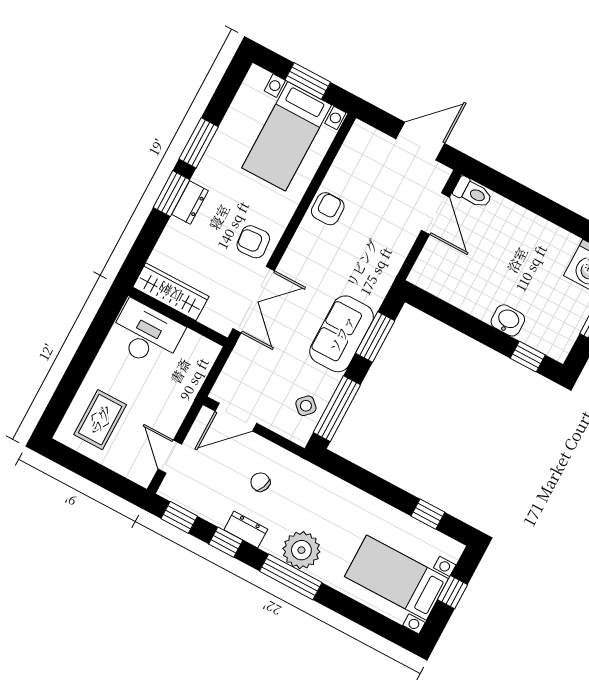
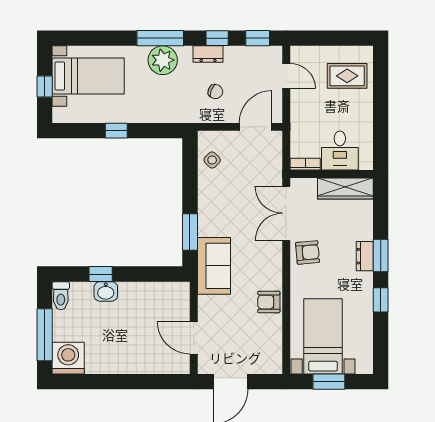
window: (199, 143) -> (381, 300), width x0.67
toilet: (473, 193) -> (61, 296), moved, turned -90
armchair: (328, 209) -> (269, 302), turned 90
desk: (146, 334) -> (340, 151), width x0.73
sofa: (342, 334) -> (214, 266), moved
bookcase: (202, 344) -> (305, 164), added
window: (528, 357) -> (101, 274), moved
window: (337, 409) -> (190, 169), removed
rug: (100, 420) -> (347, 76), turned 90
window: (428, 514) -> (116, 131), moved

